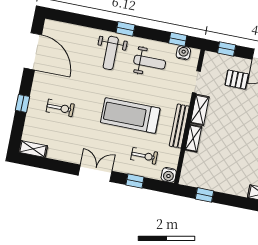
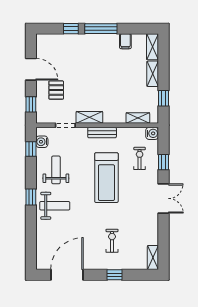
bench: (179, 126) -> (102, 133), width x0.73
shelving: (193, 138) -> (138, 118), moved
double door: (95, 173) -> (163, 198), swing flipped
shelving: (234, 188) -> (153, 74), added

